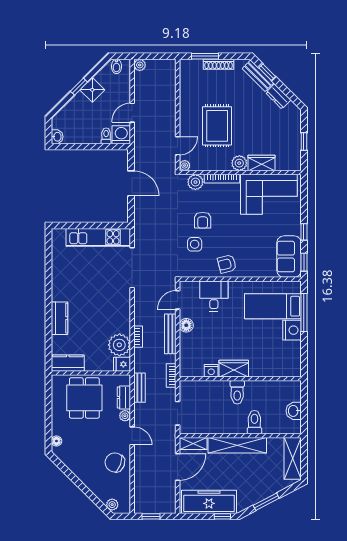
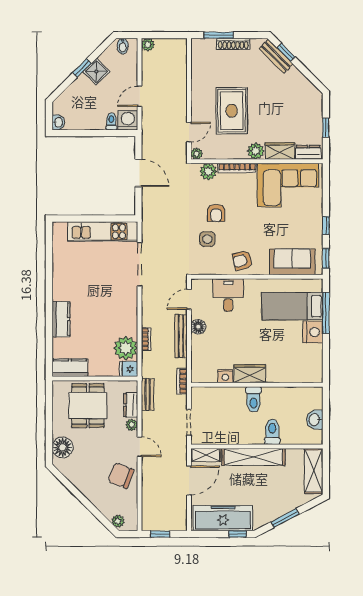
dresser: (278, 96) -> (308, 152), moved, turned 135
sofa: (289, 257) -> (292, 262), moved, turned 90
floor lamp: (56, 441) -> (63, 447), width x1.89, depth x1.89

